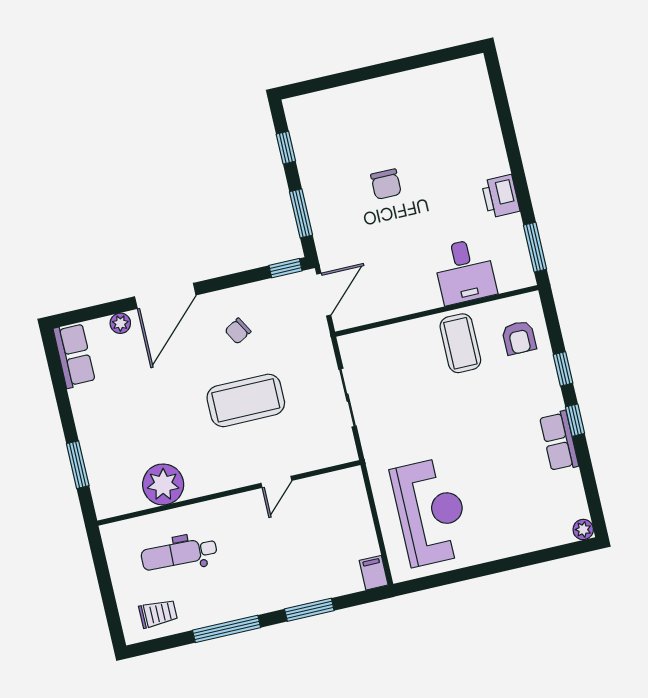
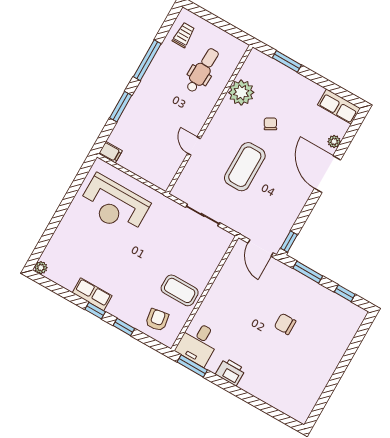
desk: (465, 271) -> (198, 343), moved, turned -90
chair: (238, 331) -> (270, 124), moved
armchair: (519, 338) -> (157, 320), turned 81
trolley: (158, 614) -> (184, 35), turned 180

